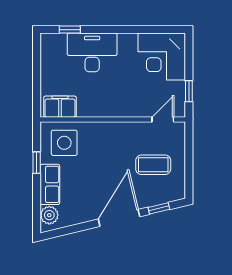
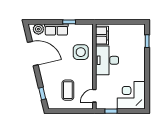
desk: (92, 52) -> (107, 60), moved, turned 180
door: (163, 120) -> (94, 96), swing flipped
side table: (64, 143) -> (81, 52), moved
door: (119, 218) -> (33, 54), moved

